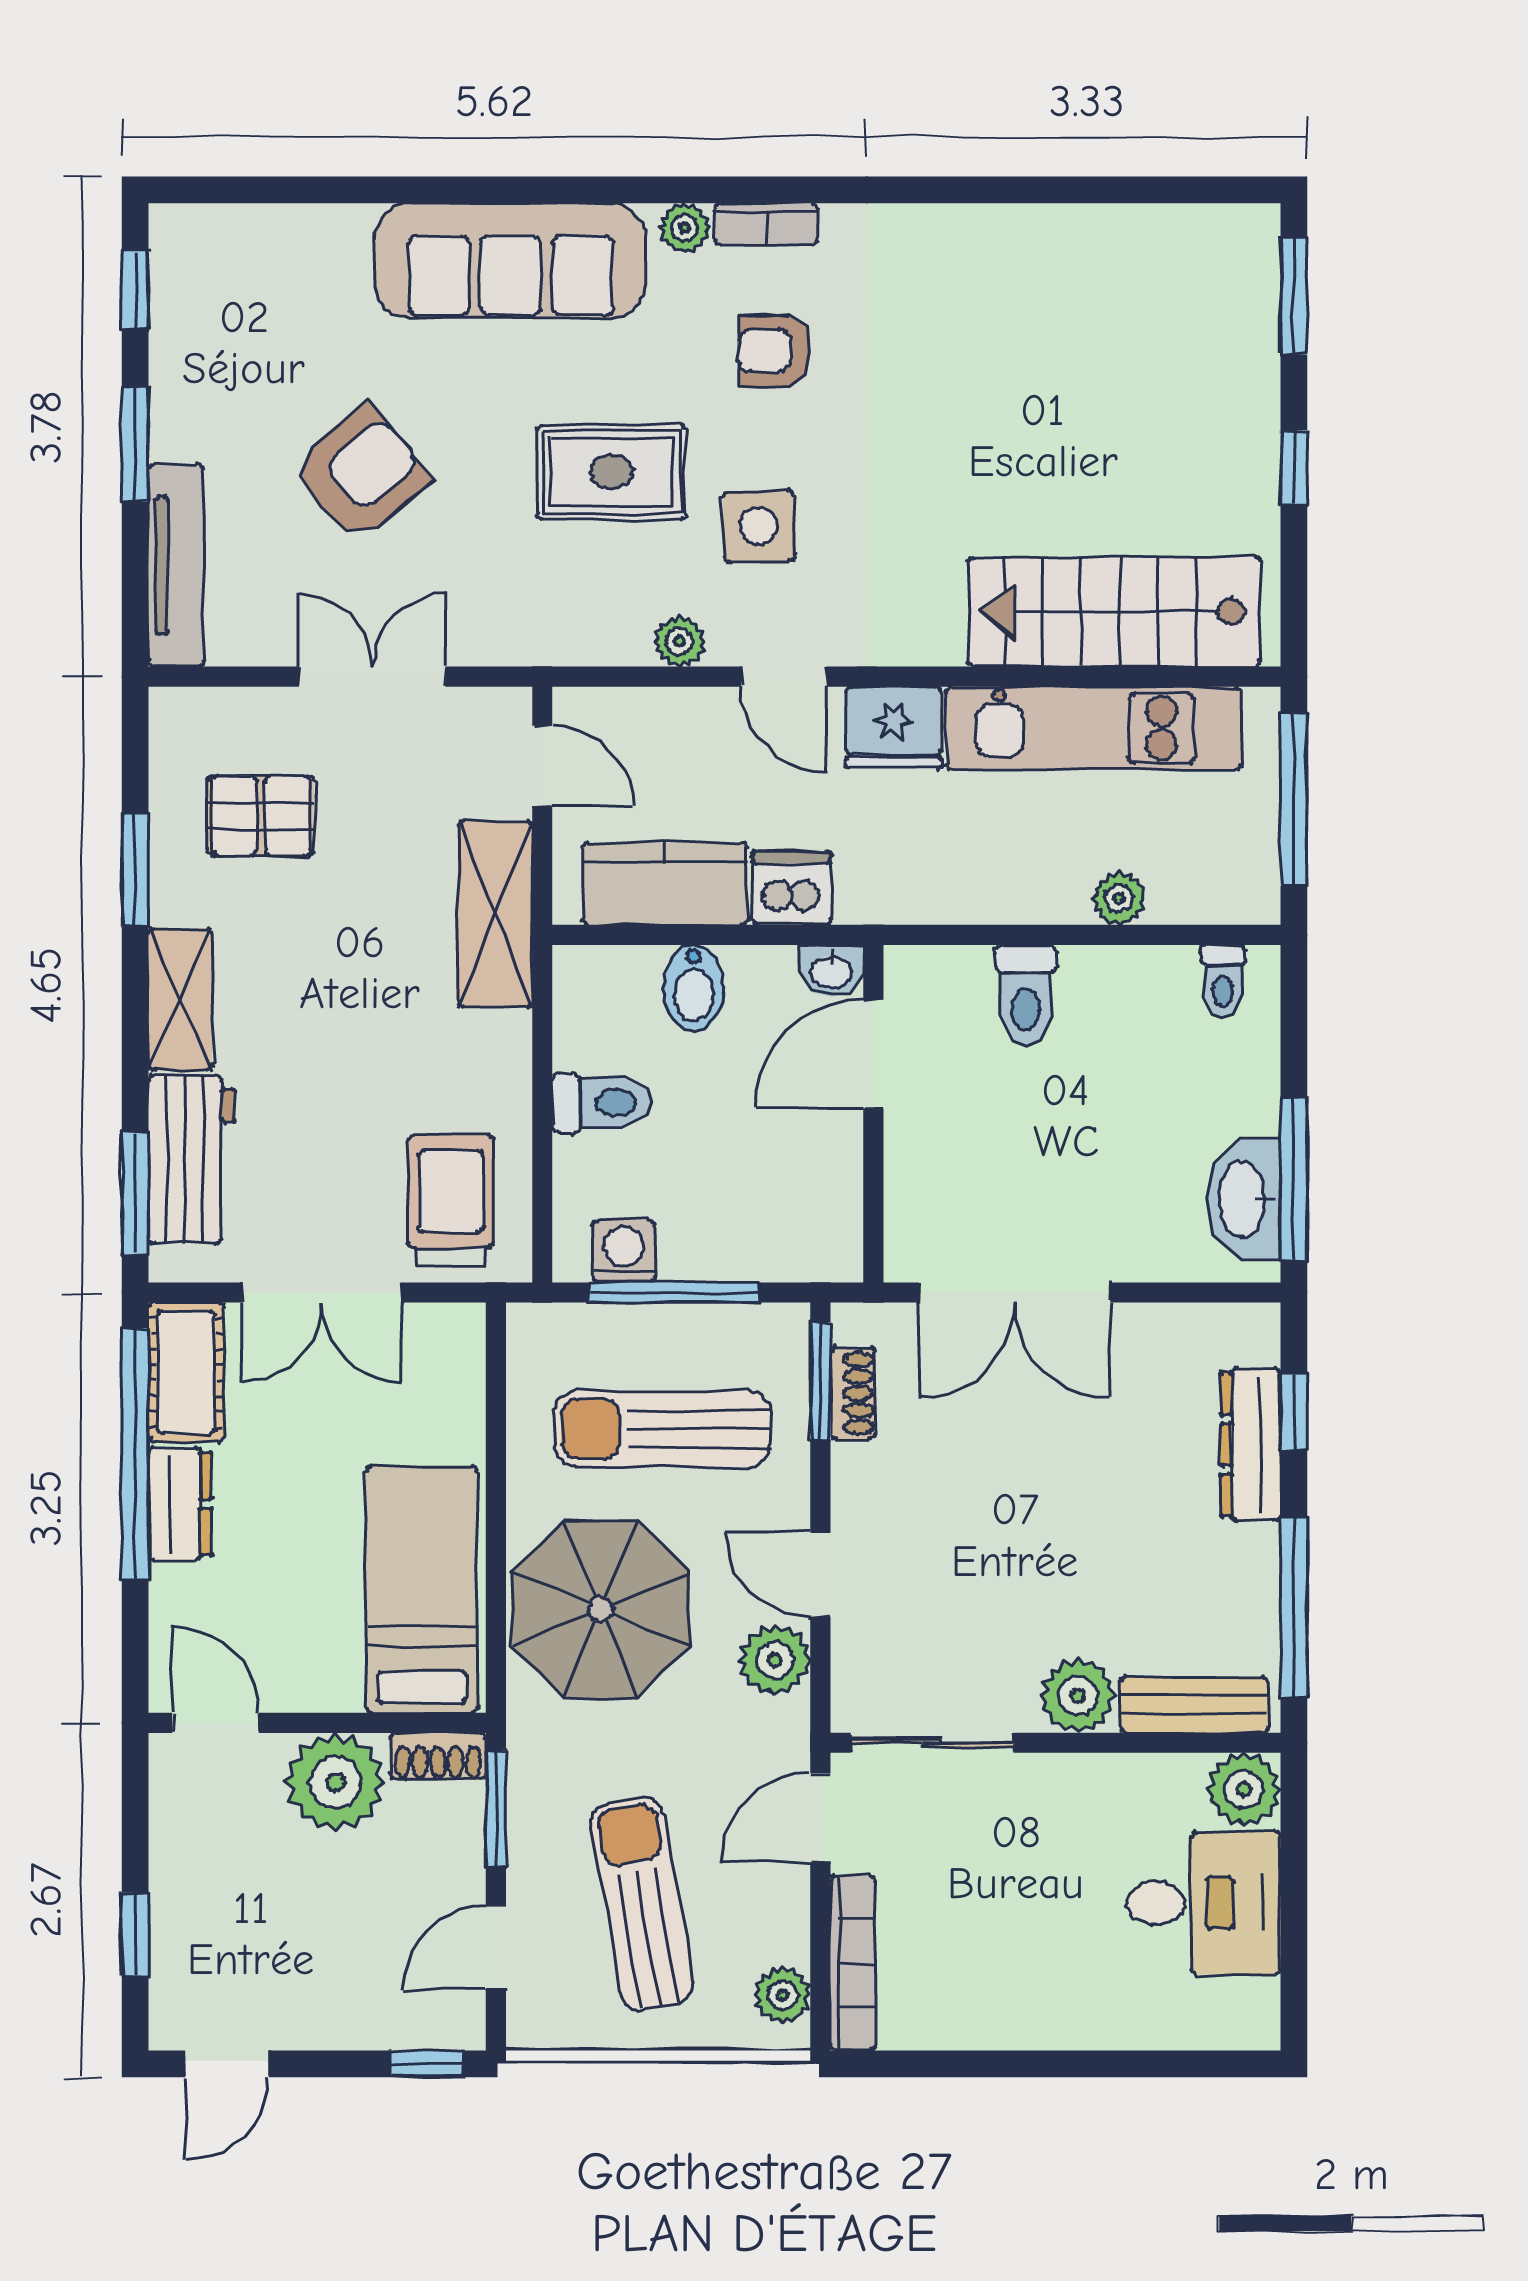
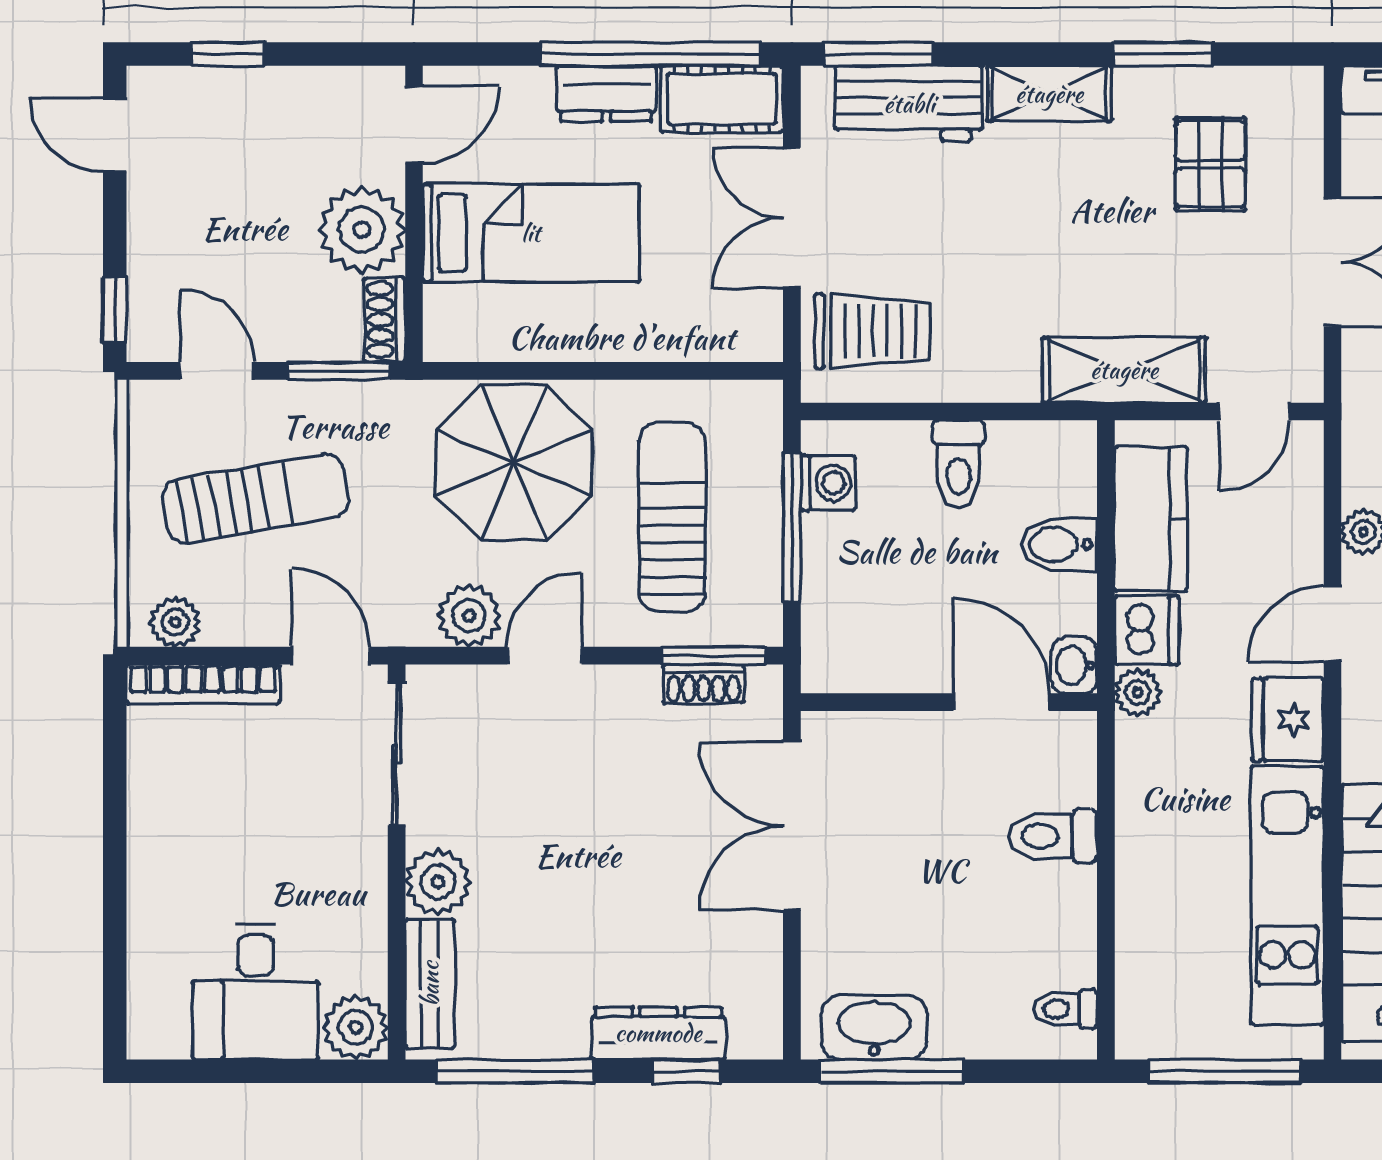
plant: (1119, 898) -> (1138, 693), moved
bed: (422, 1590) -> (531, 233), moved

